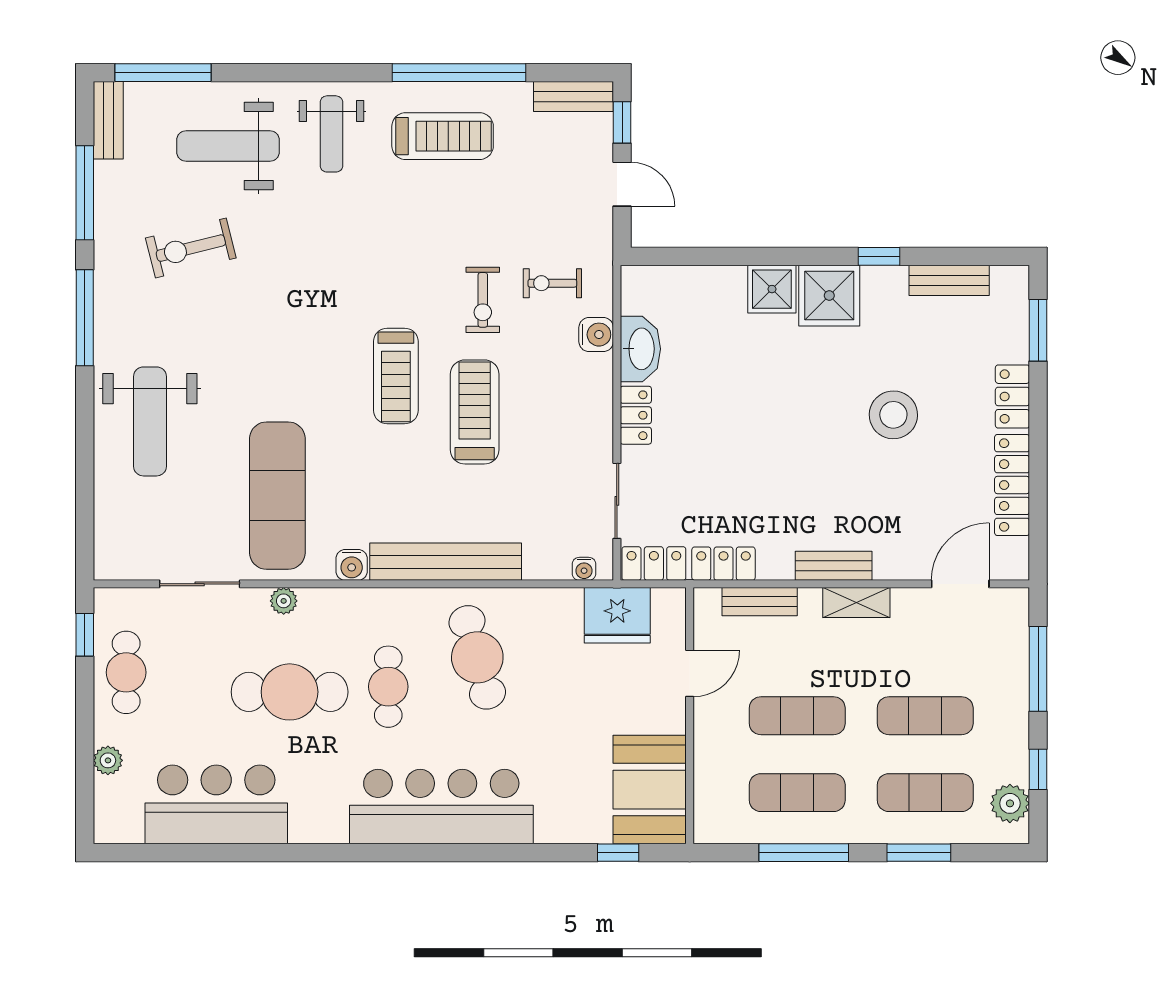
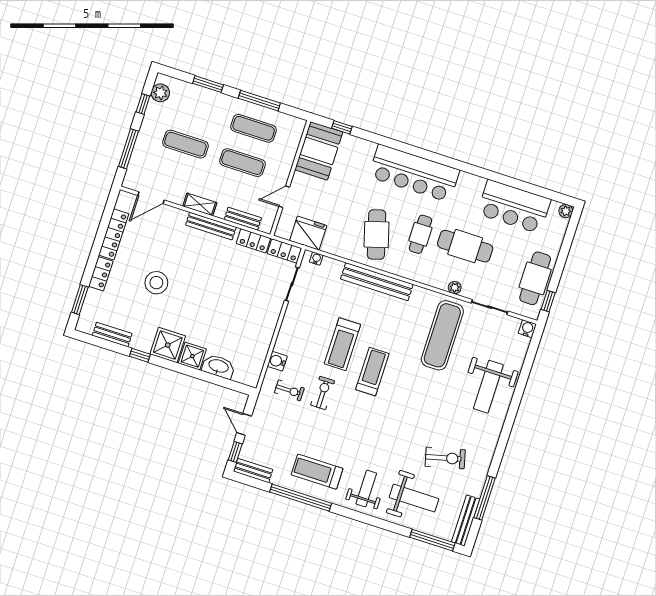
bench: (108, 120) -> (466, 520), width x1.36
window: (85, 318) -> (503, 442), removed
washbasin: (640, 349) -> (218, 366), moved, turned 90
locker: (636, 415) -> (271, 320), removed
weight bench: (150, 421) -> (488, 387), turned 180
water cooler: (352, 565) -> (527, 329), moved
bench: (834, 566) -> (211, 226), width x1.36
cafe table: (126, 672) -> (535, 278), width x1.37, depth x1.35
plant: (108, 760) -> (566, 211), moved
exercise mat: (925, 793) -> (197, 110), removed

